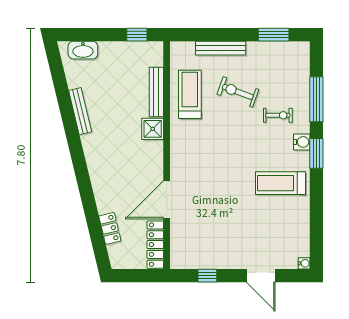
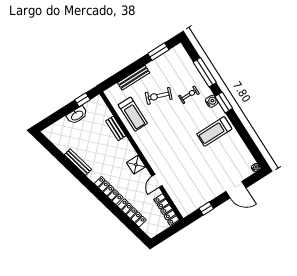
washbasin: (83, 50) -> (77, 115), moved
bench: (156, 92) -> (116, 128), width x0.73
treadmill: (190, 94) -> (133, 114), turned 180
shower: (153, 129) -> (136, 165), moved
locker: (96, 173) -> (109, 190), added
door: (167, 200) -> (157, 181), width x0.53
locker: (110, 228) -> (132, 213), width x1.53

